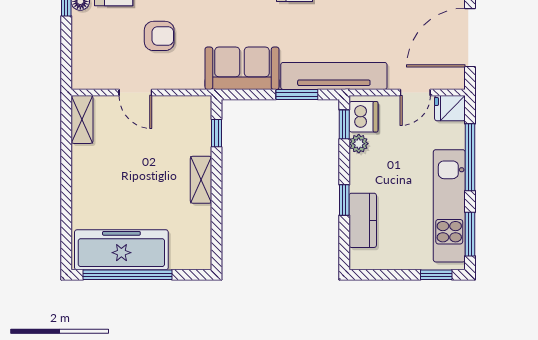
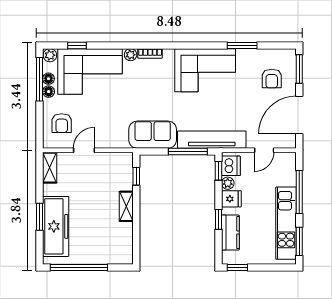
armchair: (159, 36) -> (62, 123), moved, turned 90
door: (135, 92) -> (84, 150), swing flipped
window: (297, 94) -> (188, 151), width x1.44
fridge: (450, 108) -> (231, 199), moved, turned 180
window: (66, 196) -> (40, 217), added
freezer: (121, 250) -> (56, 226), moved, turned 90
window: (436, 275) -> (237, 268), moved

